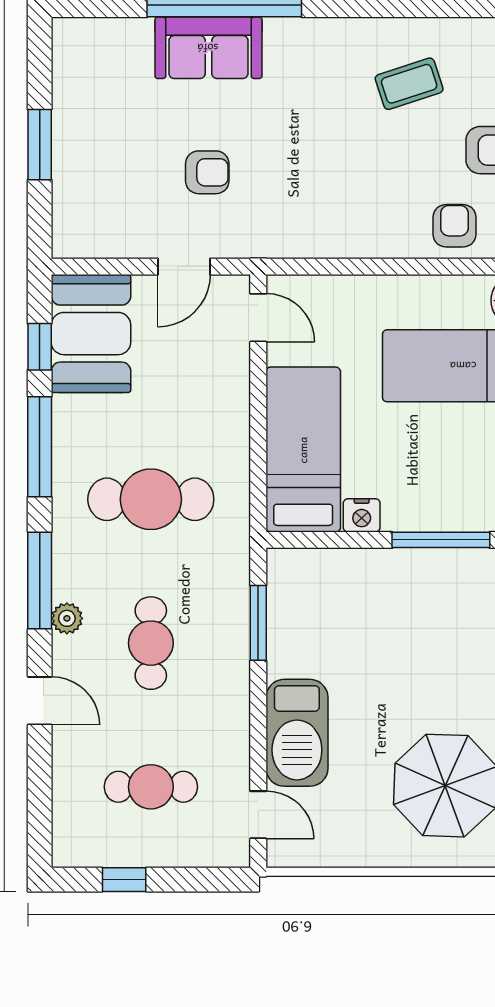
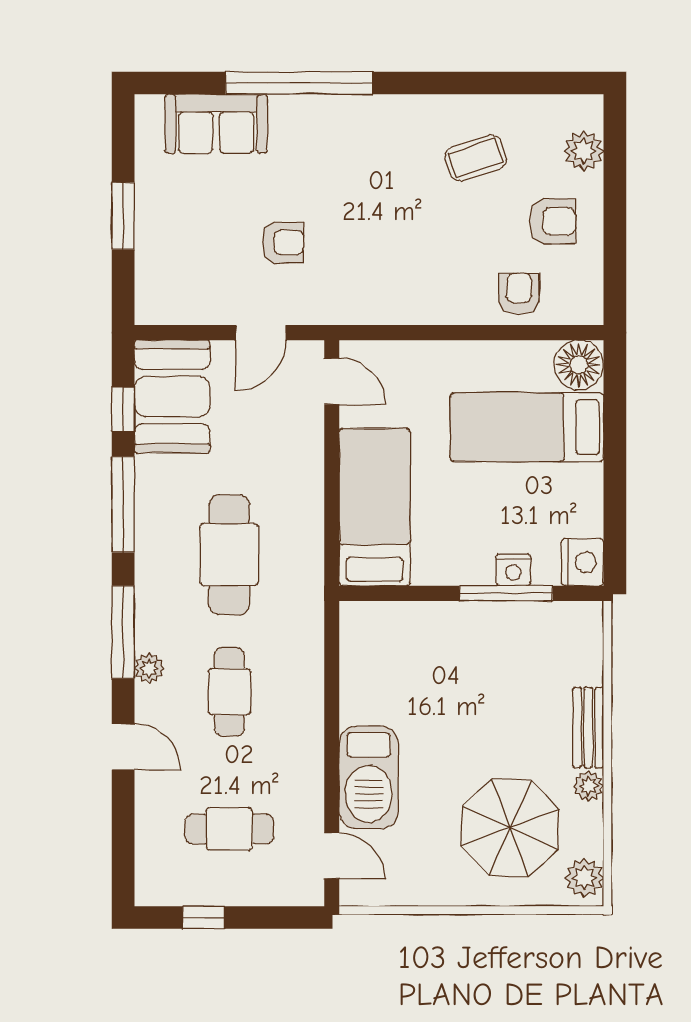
sofa: (208, 48) -> (216, 124), moved
cafe table: (151, 499) -> (229, 555), turned 90
nightstand: (362, 515) -> (513, 570), moved
window: (258, 623) -> (332, 673), removed

